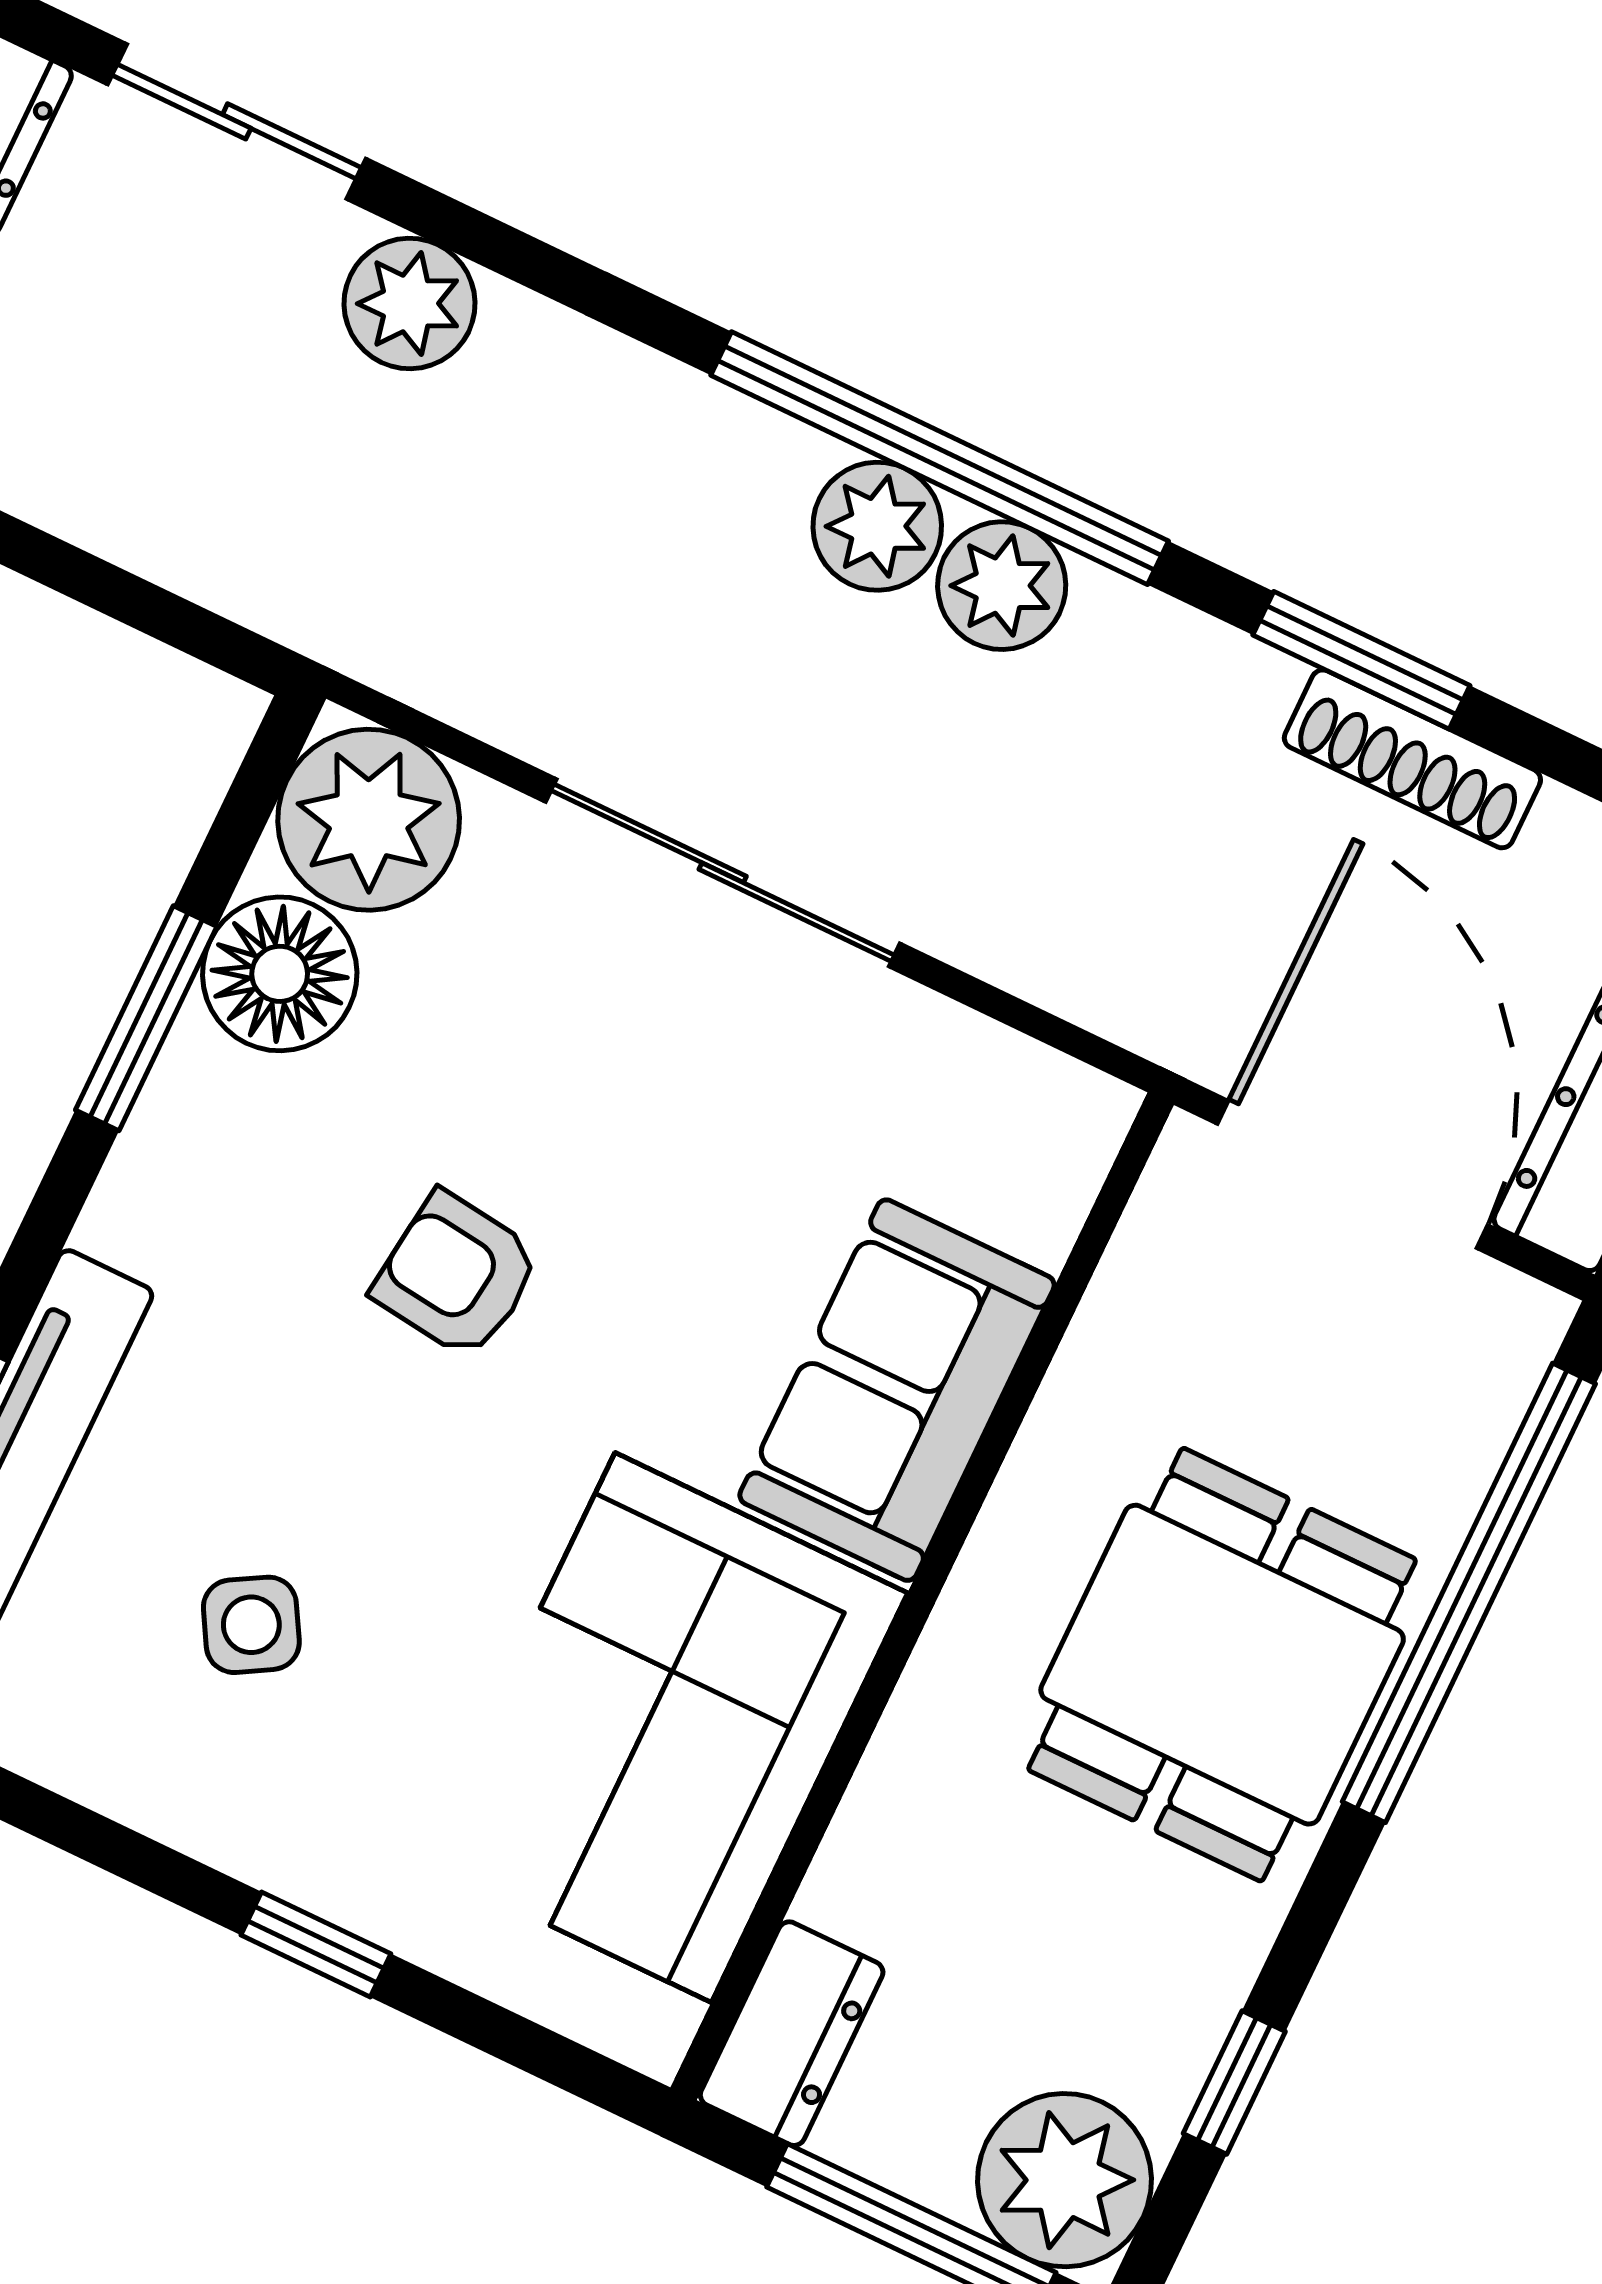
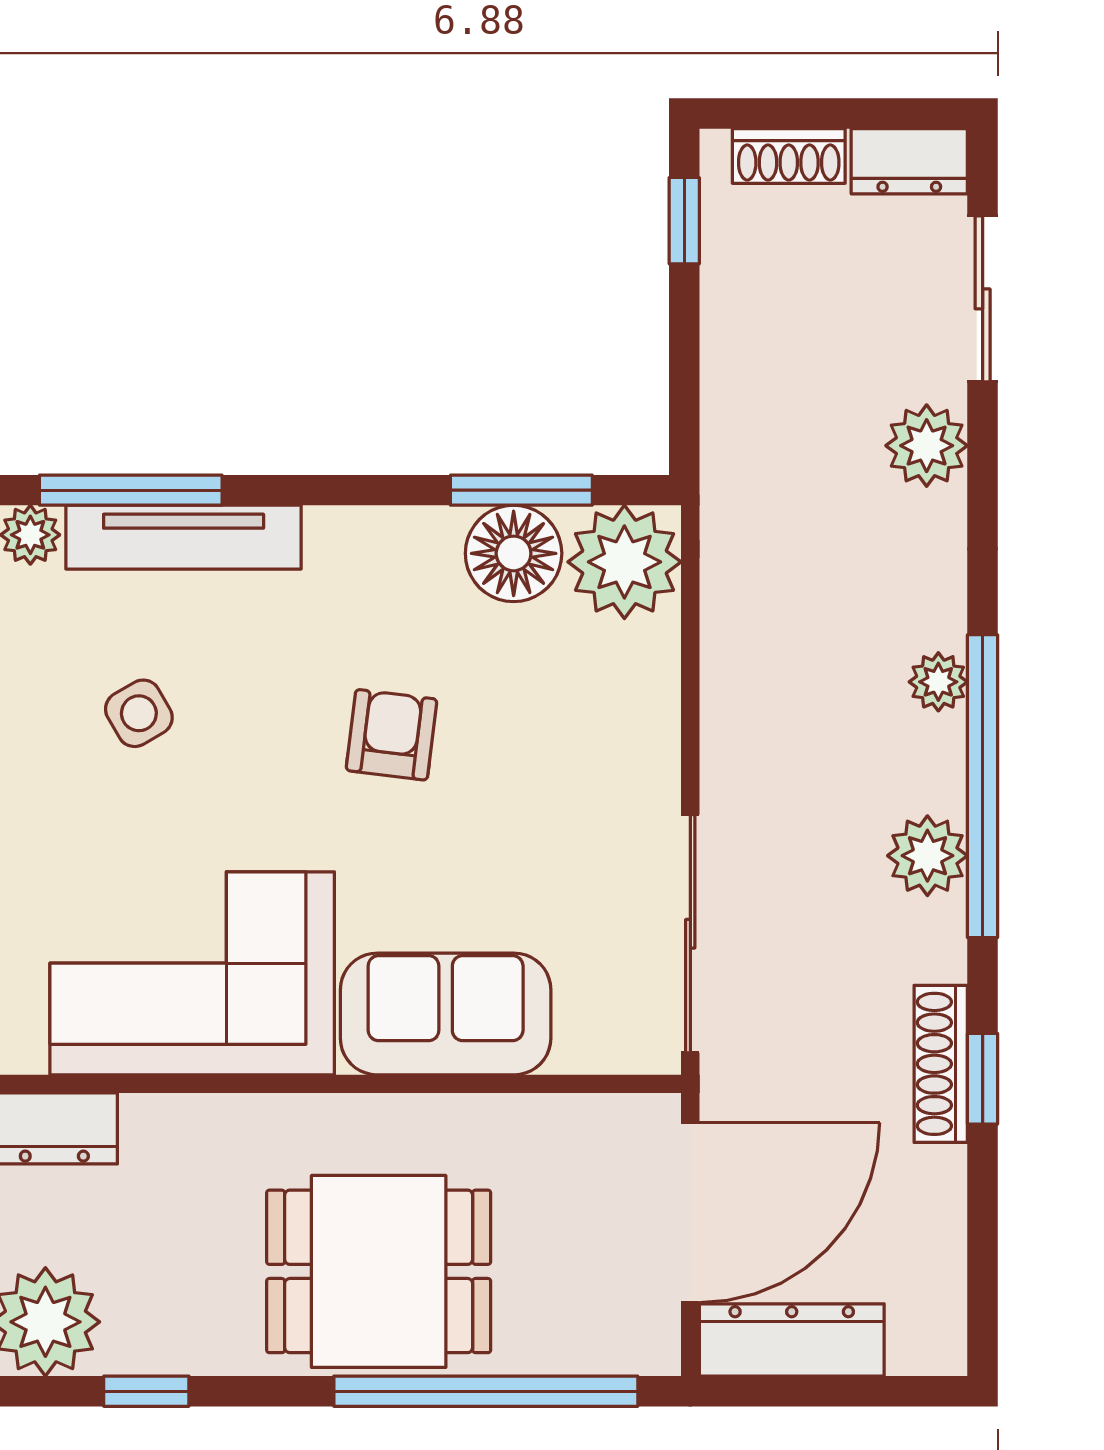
plant: (877, 526) -> (938, 682), moved, width x0.73, depth x0.73
window: (1361, 660) -> (983, 1079), width x0.67
shoe rack: (1412, 759) -> (941, 1064), moved
sliding door: (723, 873) -> (690, 934), moved
window: (146, 1018) -> (521, 490), moved

